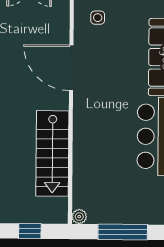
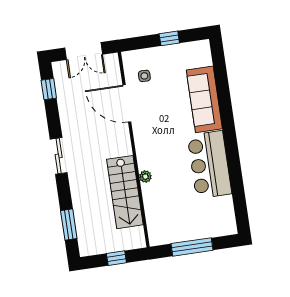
door: (71, 68) -> (127, 103), moved
plant: (79, 217) -> (145, 177), moved

